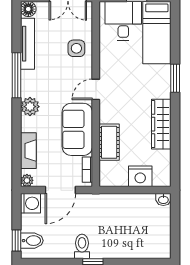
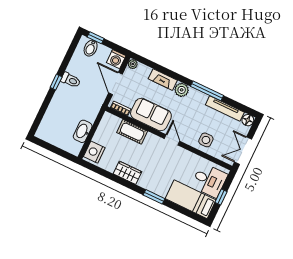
wardrobe: (161, 124) -> (128, 173), width x0.67
fireplace: (28, 151) -> (163, 80), moved
nightstand: (140, 176) -> (94, 152), moved
washbasin: (163, 200) -> (83, 131), moved, width x1.91, depth x1.45

